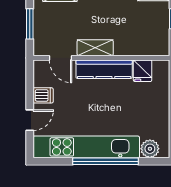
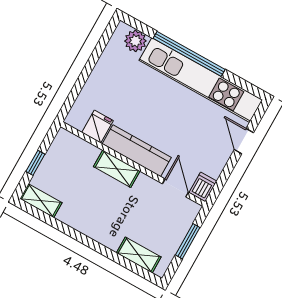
shelving: (95, 48) -> (117, 169), moved
dishwasher: (43, 95) -> (203, 187), moved, turned 90
door: (30, 120) -> (244, 141), hinge flipped

